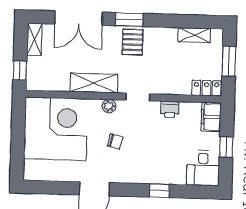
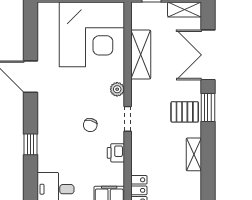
shelving: (194, 35) -> (194, 154), moved
shelving: (94, 83) -> (141, 55), moved
chair: (115, 141) -> (90, 125), moved

